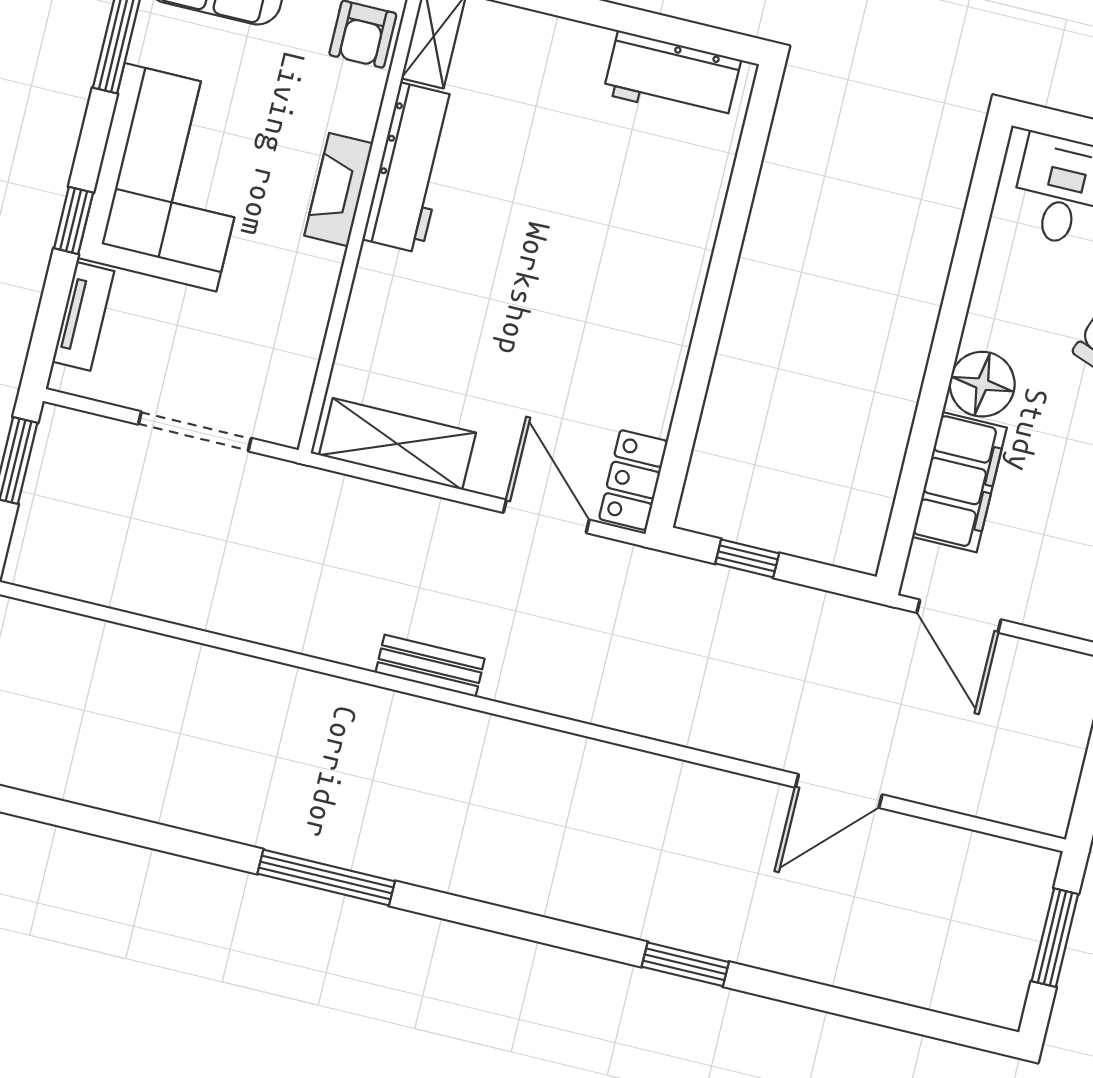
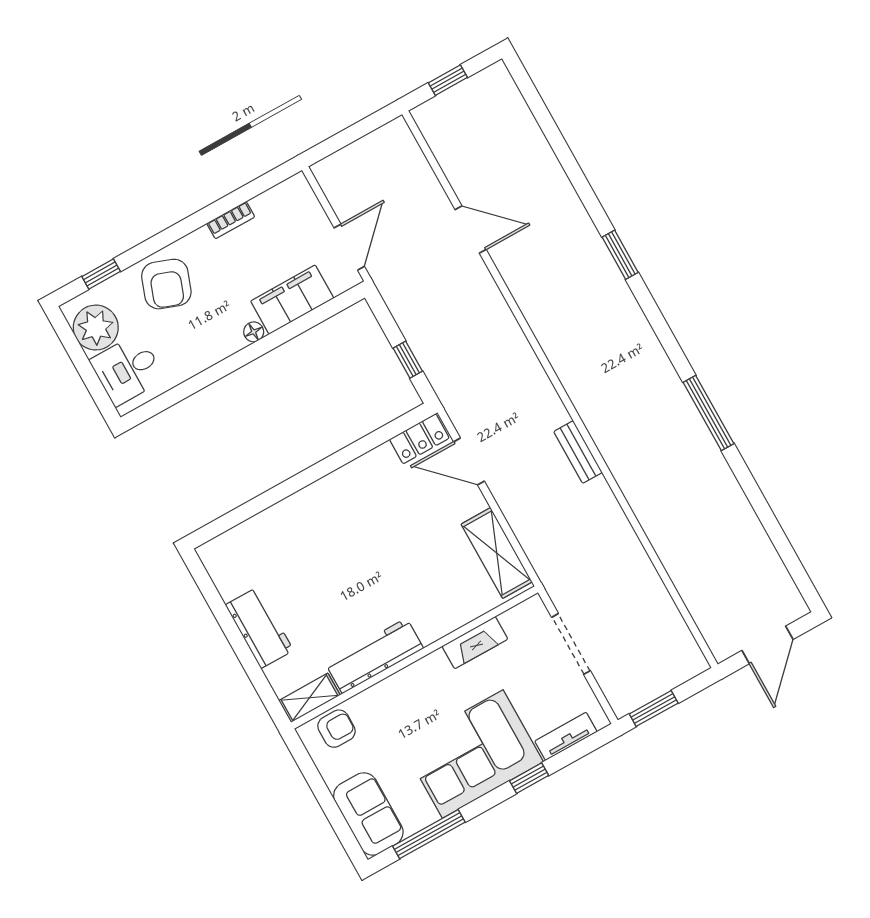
workbench: (672, 77) -> (259, 628), moved
fireplace: (339, 190) -> (475, 643), moved
floor lamp: (982, 384) -> (254, 332), width x0.53, depth x0.53
door: (546, 516) -> (469, 461), hinge flipped
window: (1055, 938) -> (448, 80), width x0.67
window: (685, 964) -> (620, 255), moved

